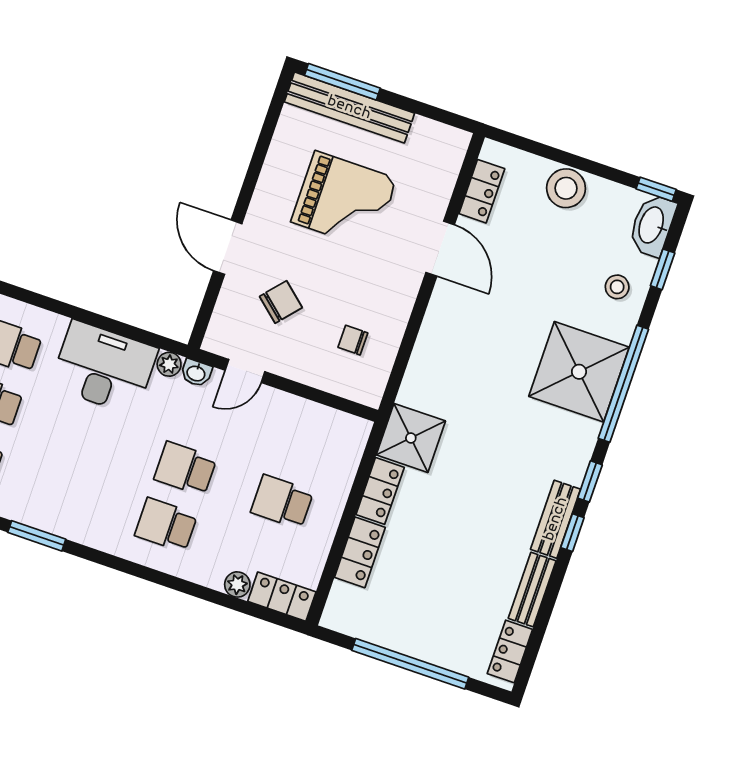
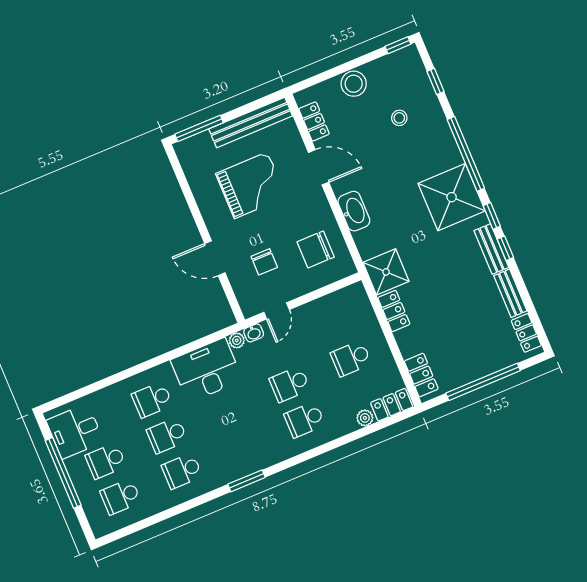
bench: (349, 108) -> (251, 122), moved
washbasin: (652, 225) -> (354, 211), moved, turned 180
stool: (617, 287) -> (399, 118), moved
chair: (281, 302) -> (264, 262), turned 139
chair: (353, 340) -> (316, 249), width x1.87, depth x1.87
shower: (579, 372) -> (452, 197), moved
locker: (360, 552) -> (421, 375), moved

